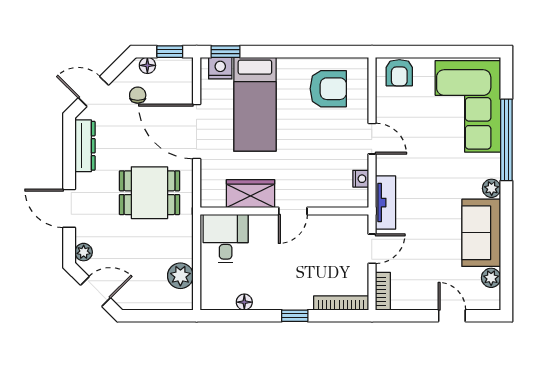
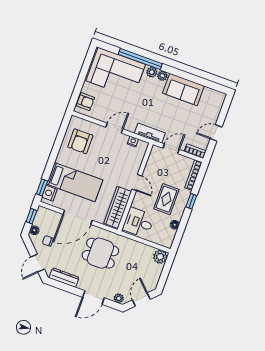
armchair: (328, 89) -> (80, 141), turned 180
dining table: (149, 193) -> (100, 253), turned 90
wardrobe: (250, 194) -> (118, 207), width x1.50
door: (372, 249) -> (171, 149), hinge flipped
rug: (283, 272) -> (166, 199), added
plant: (180, 276) -> (160, 257), moved
plant: (491, 278) -> (152, 72), moved
door: (452, 316) -> (216, 133), moved

